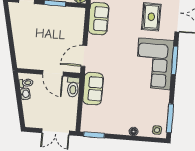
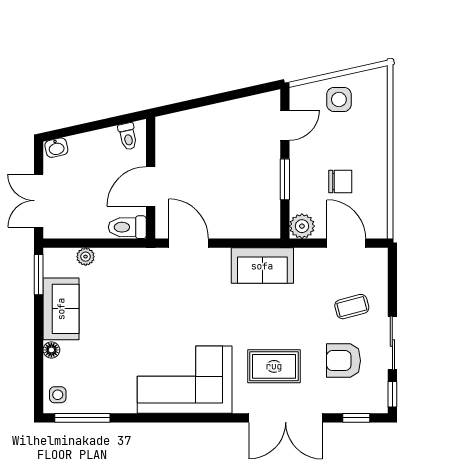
window: (175, 60) -> (194, 418), removed
sofa: (93, 89) -> (61, 309), moved, turned -90
washbasin: (25, 94) -> (56, 148), moved
plant: (87, 110) -> (86, 257), added

